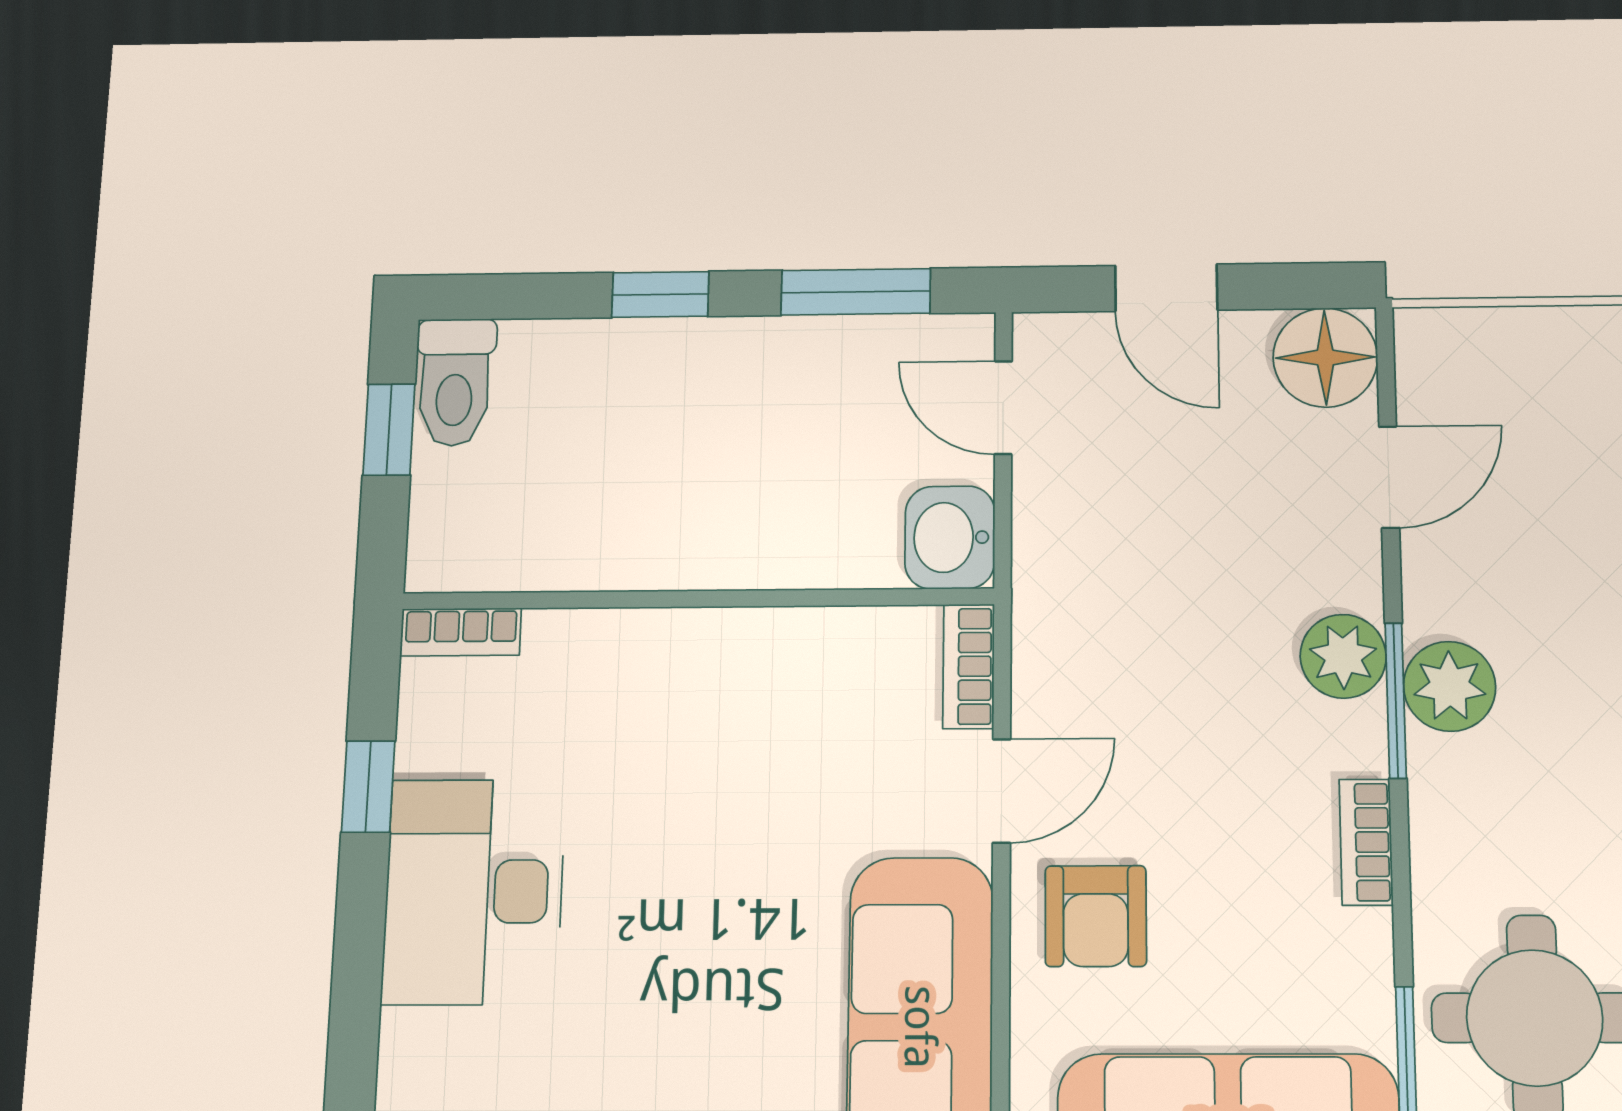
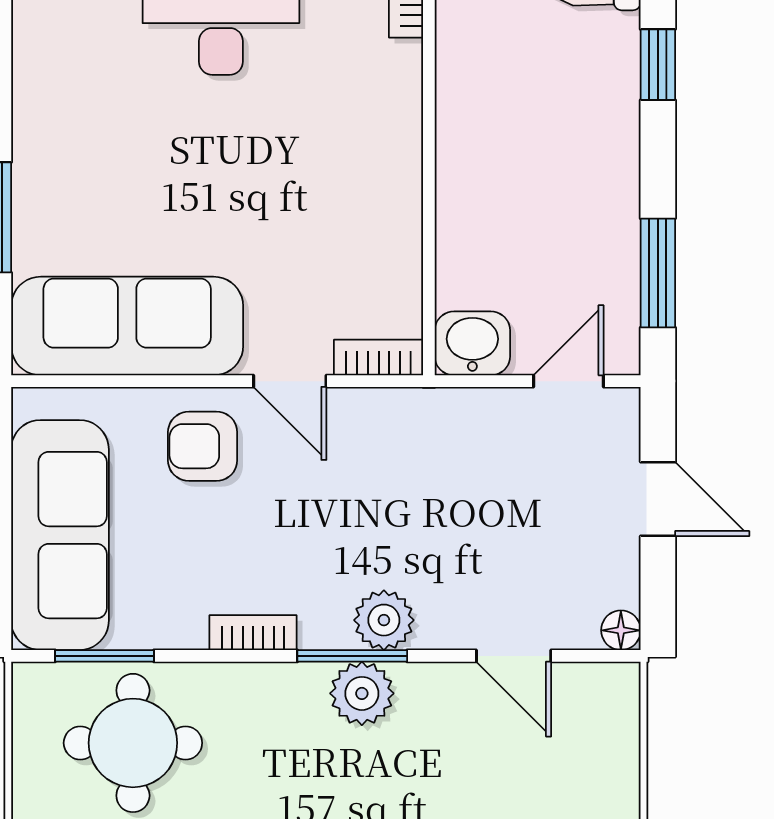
door: (1166, 288) -> (658, 499), swing flipped
window: (660, 294) -> (658, 65), moved
floor lamp: (1325, 357) -> (621, 630), width x0.53, depth x0.53

